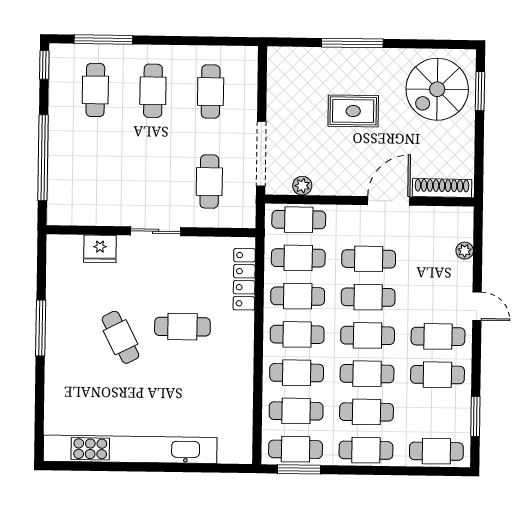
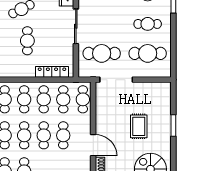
window: (352, 43) -> (173, 125), width x0.69
cafe table: (211, 92) -> (148, 53), width x1.37, depth x1.35
cafe table: (209, 182) -> (102, 53), width x1.37, depth x1.35
plant: (302, 186) -> (100, 101), removed
sliding door: (156, 231) -> (76, 26), width x1.37

